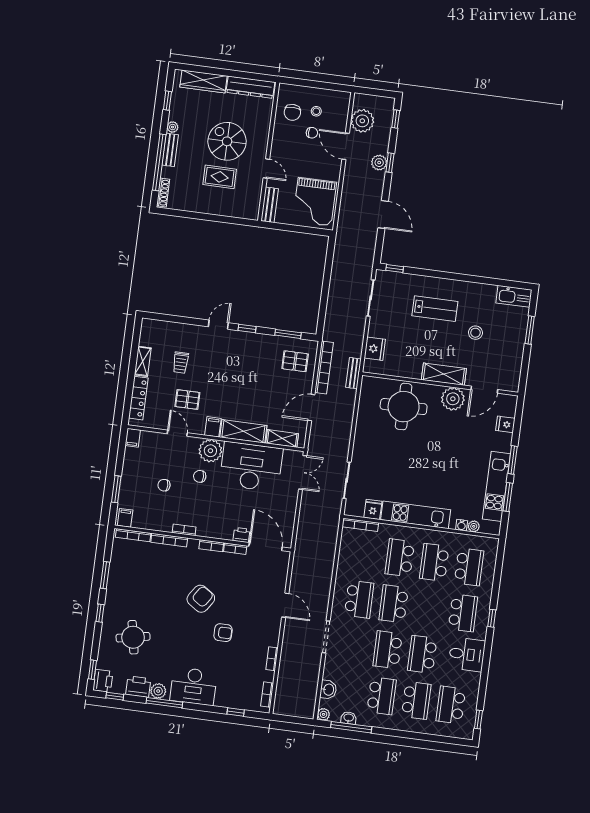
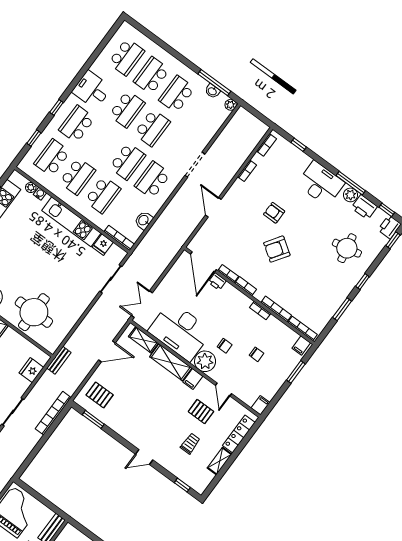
window: (247, 328) -> (182, 485), moved
bookcase: (324, 367) -> (53, 413), moved
washbasin: (328, 690) -> (144, 220), moved
window: (478, 720) -> (34, 138), moved

